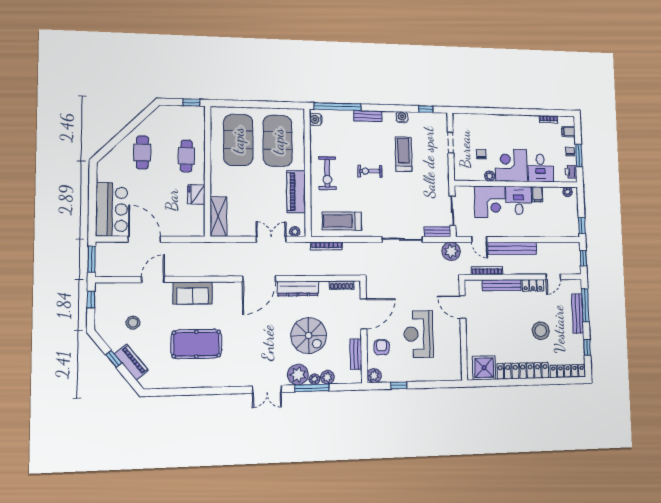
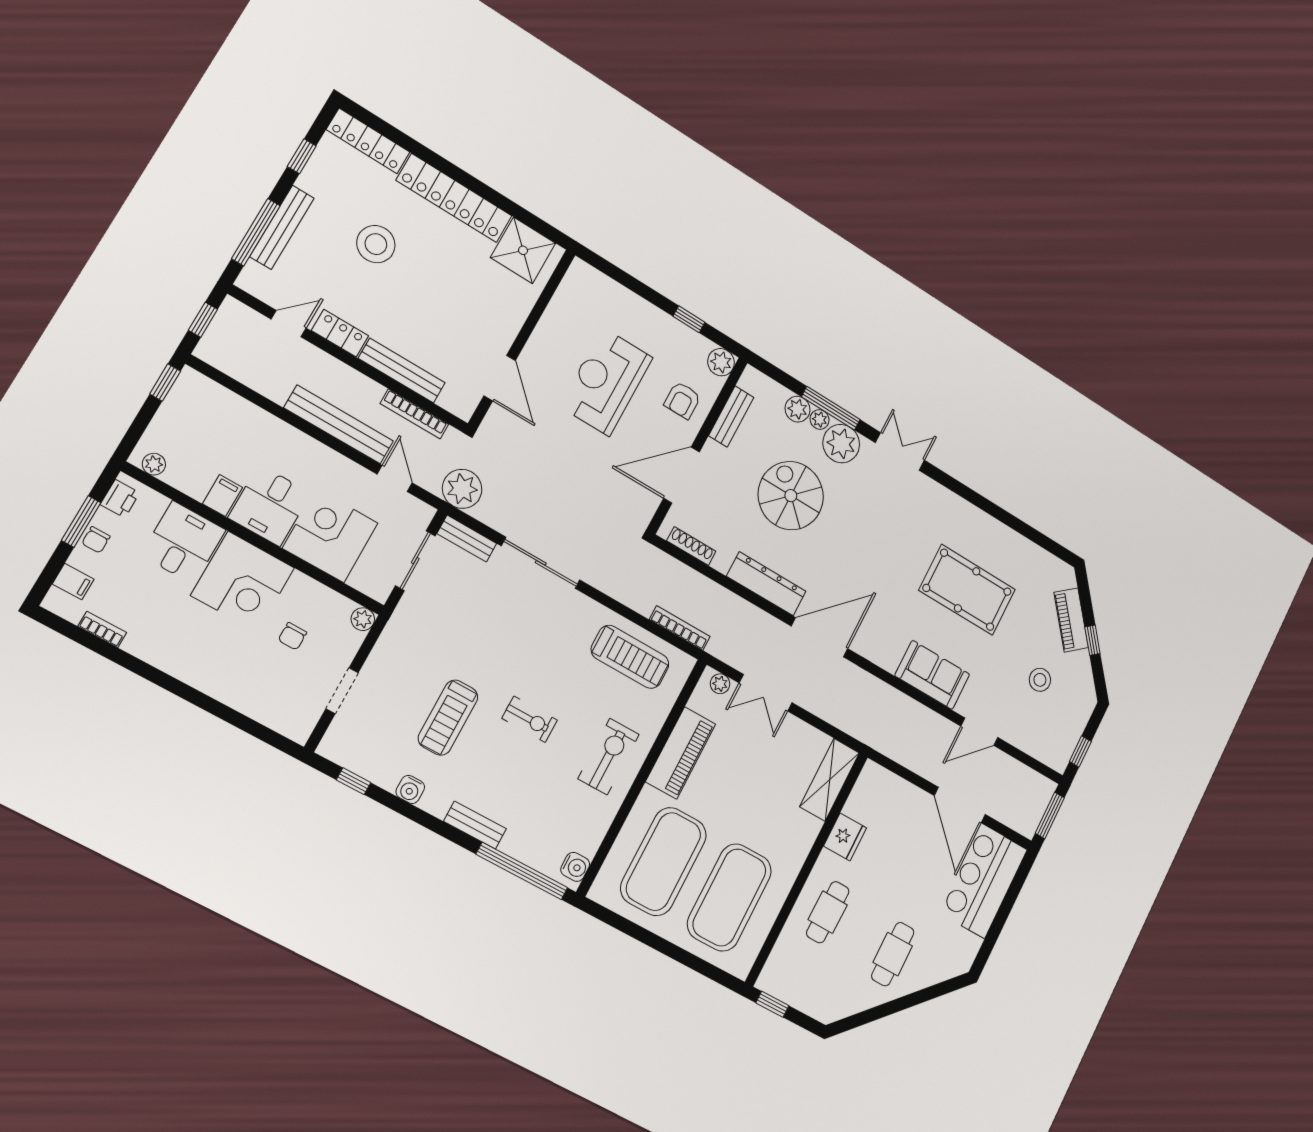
plant: (490, 176) -> (363, 619), moved
reception desk: (419, 334) -> (606, 382), turned 180

